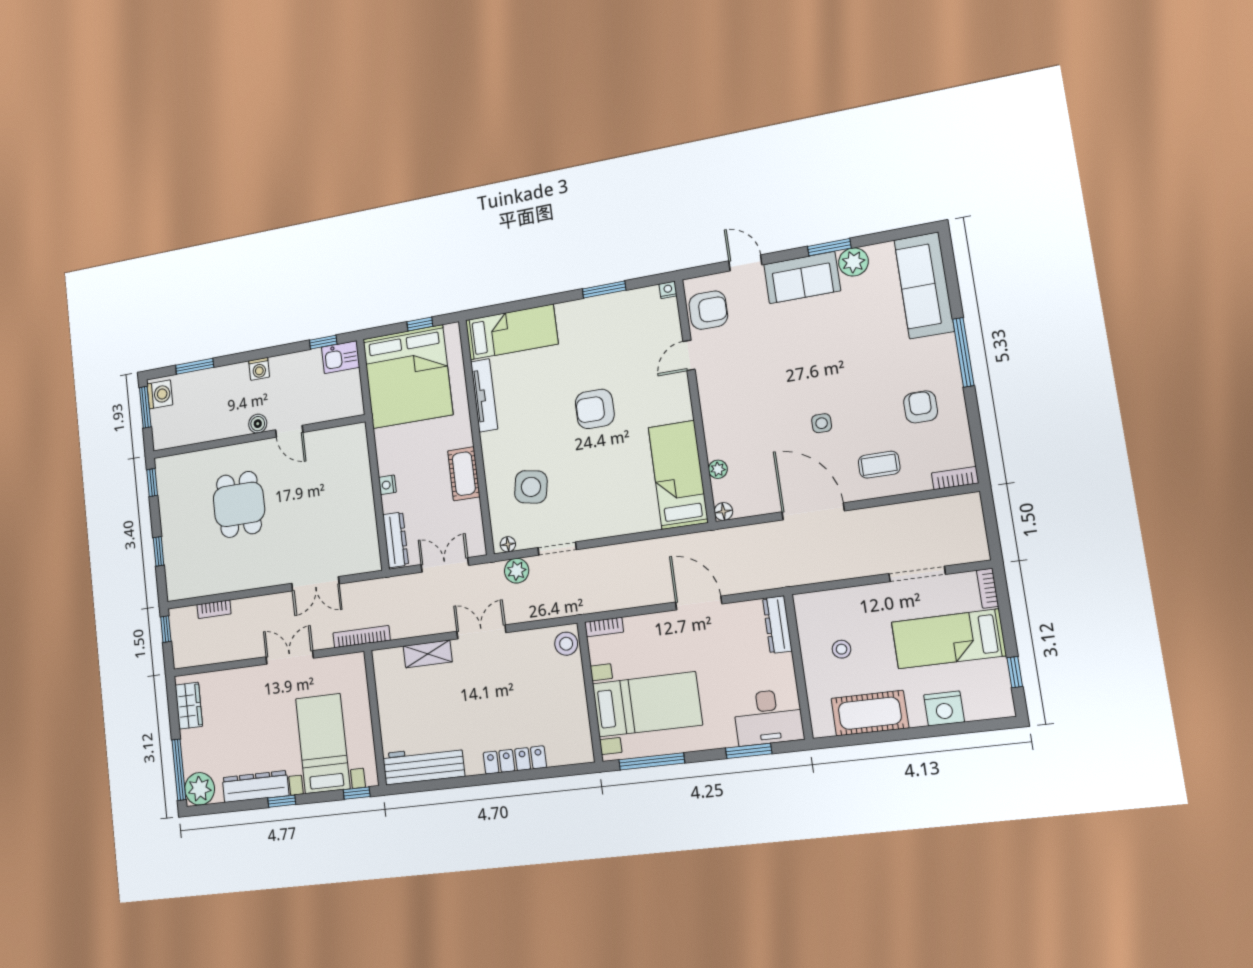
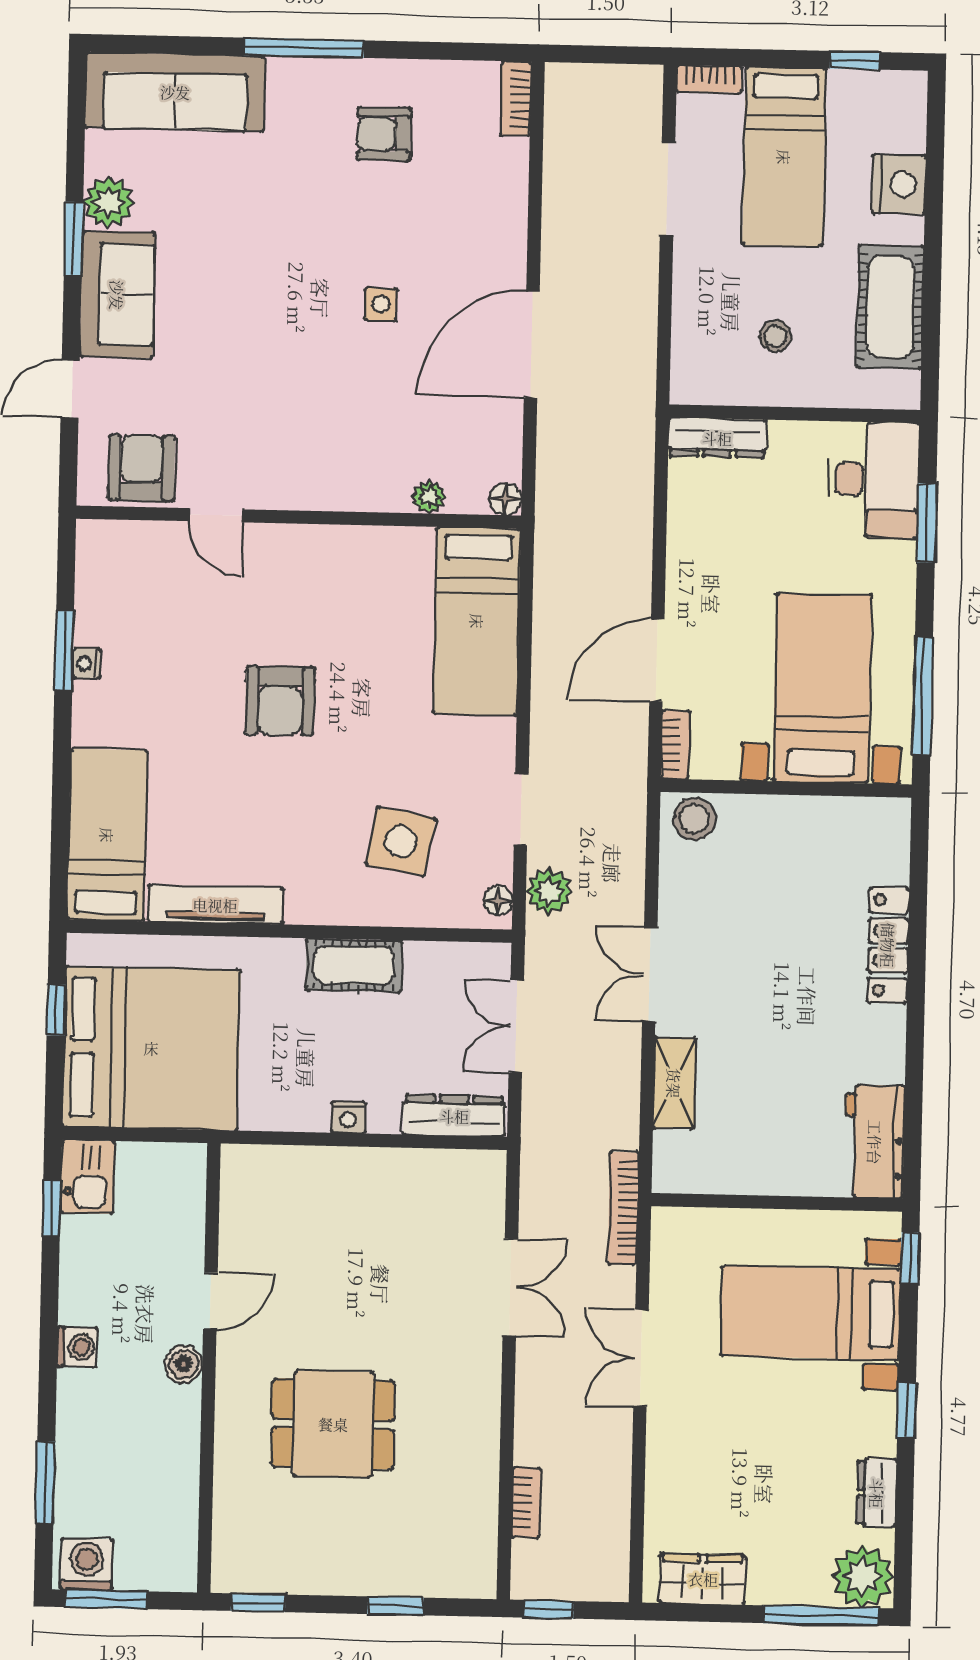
nightstand: (668, 290) -> (87, 664), moved
coffee table: (879, 465) -> (471, 220), removed
bed: (678, 475) -> (477, 621), moved, turned -90
door: (699, 603) -> (657, 660), moved
workbench: (423, 765) -> (875, 1142), width x0.73
dresser: (255, 787) -> (877, 1493), width x0.51, depth x0.80

